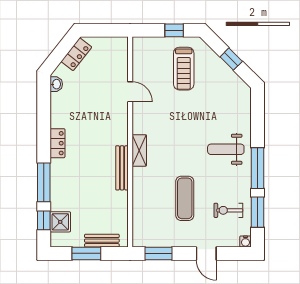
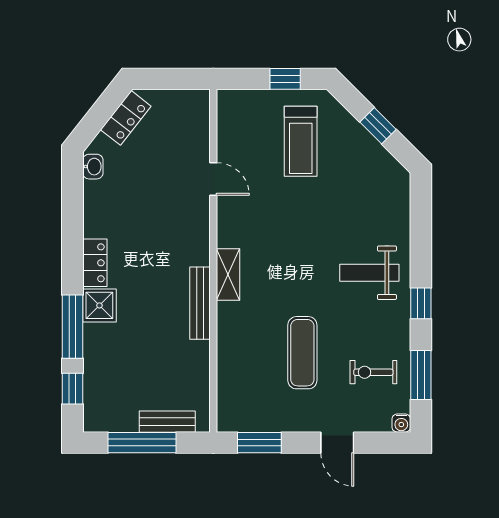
window: (257, 168) -> (421, 303), width x0.46
shower: (60, 222) -> (99, 305), moved
window: (86, 253) -> (142, 443), width x1.44

